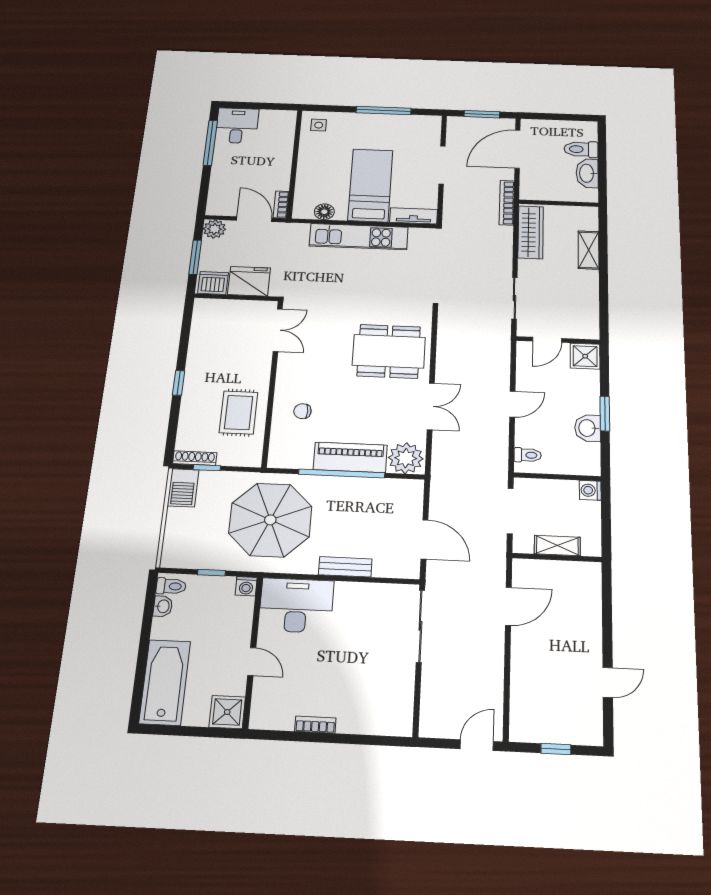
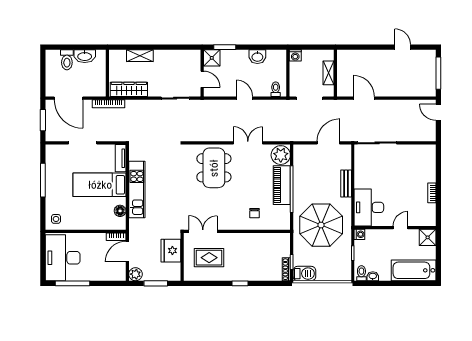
desk: (237, 126) -> (63, 258), width x1.87, depth x1.30
dishwasher: (213, 283) -> (173, 271), removed
rug: (239, 412) -> (209, 258), moved
window: (605, 414) -> (225, 47), moved
window: (556, 749) -> (438, 73), width x2.17

